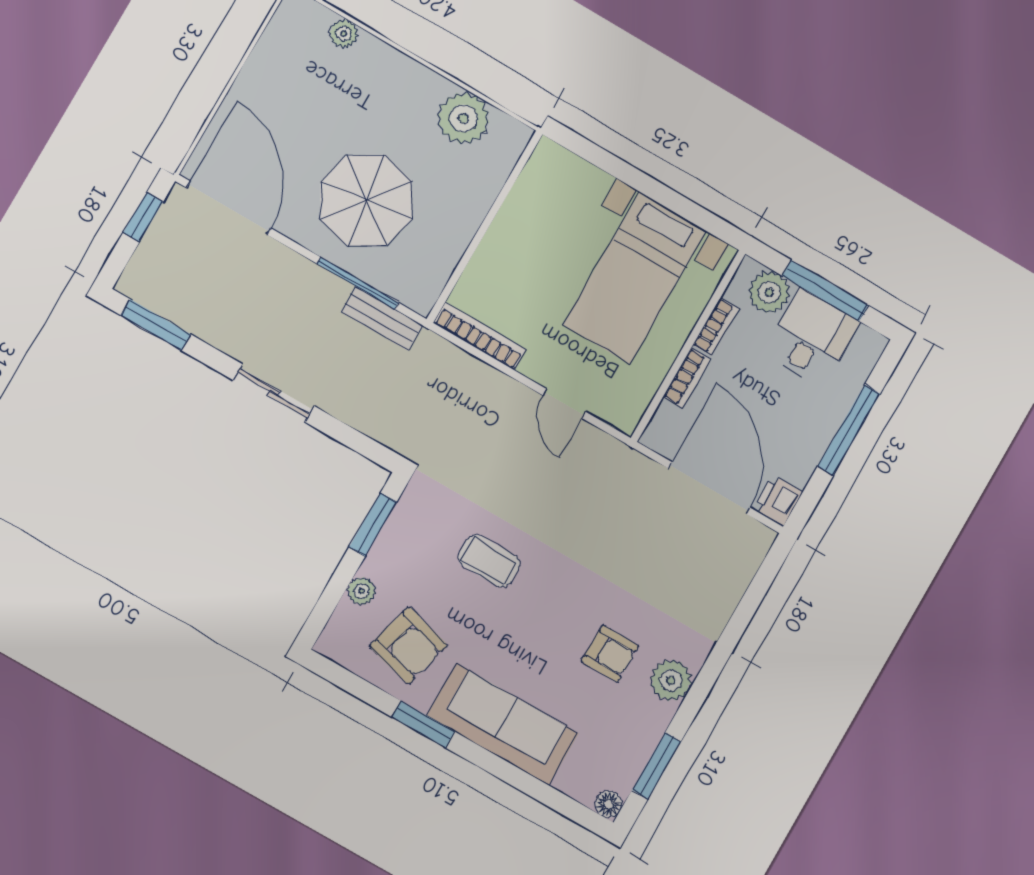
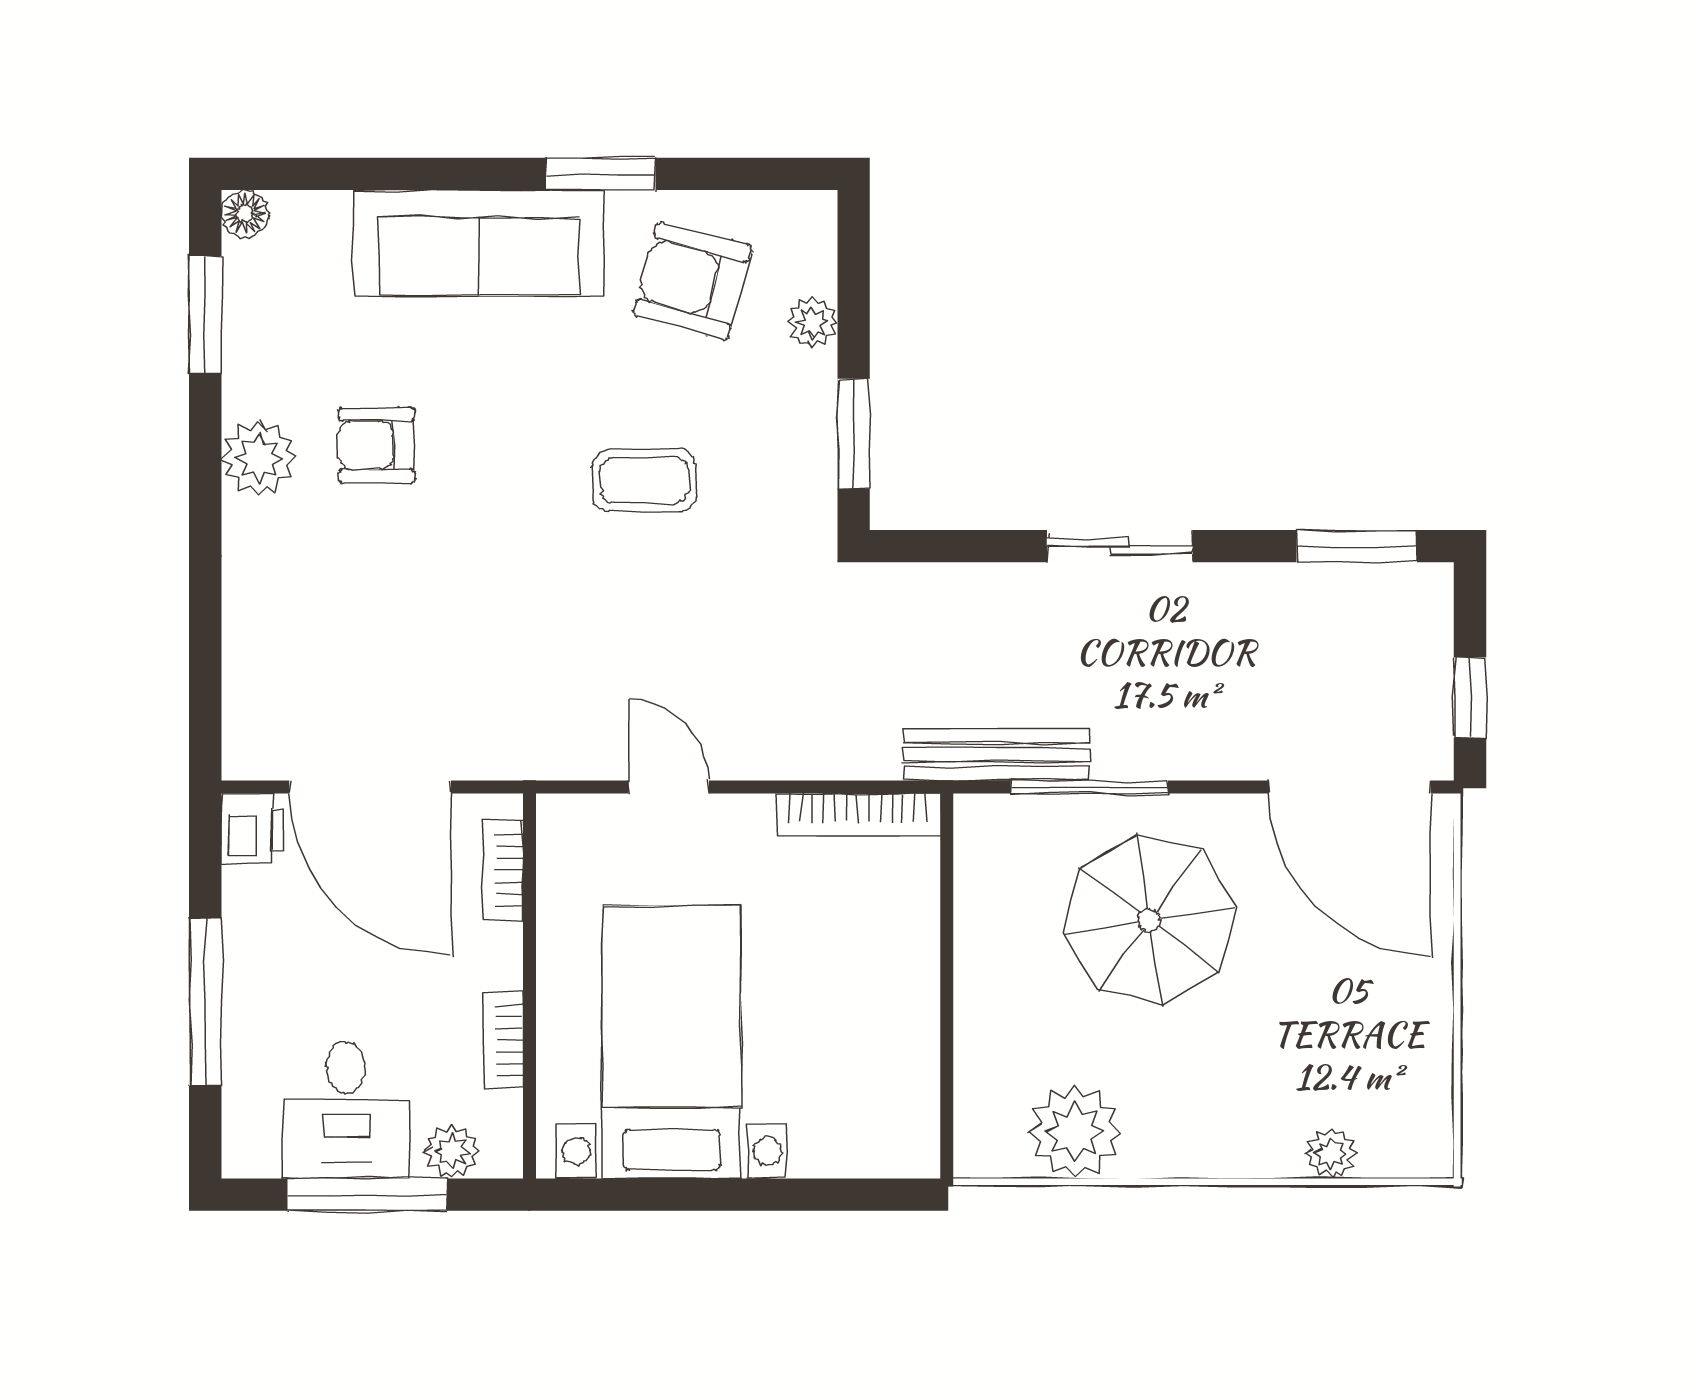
plant: (769, 292) -> (452, 1151), width x0.73, depth x0.73
bench: (382, 319) -> (996, 754), width x1.36
bookcase: (687, 378) -> (503, 870), moved

